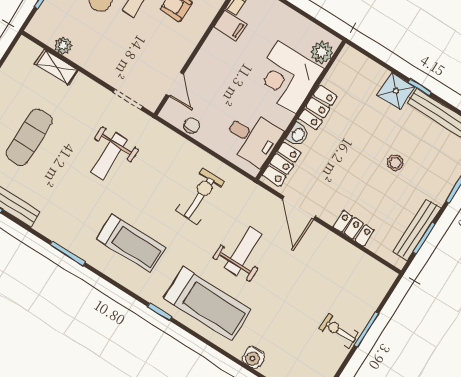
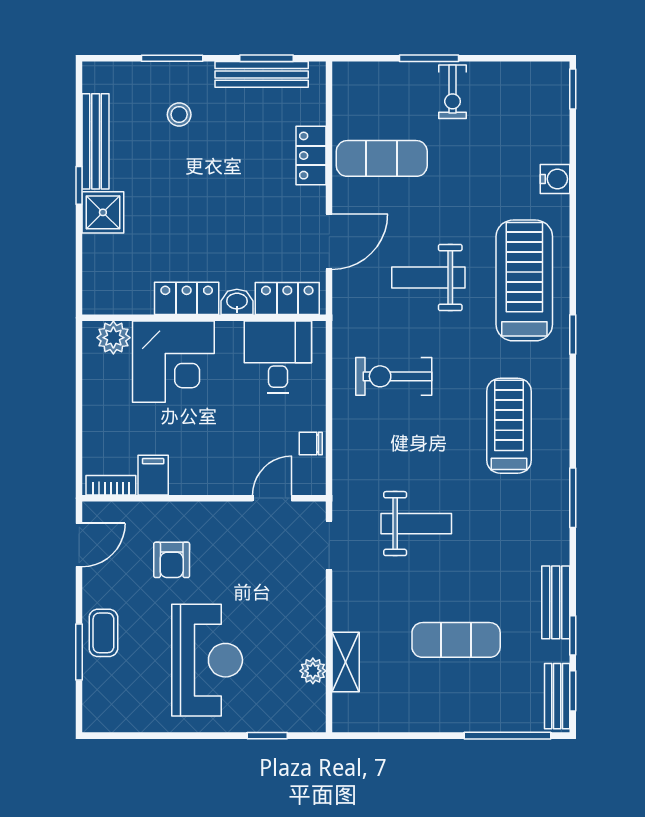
stool: (395, 163) -> (179, 115), moved
exercise mat: (327, 267) -> (382, 158), added

